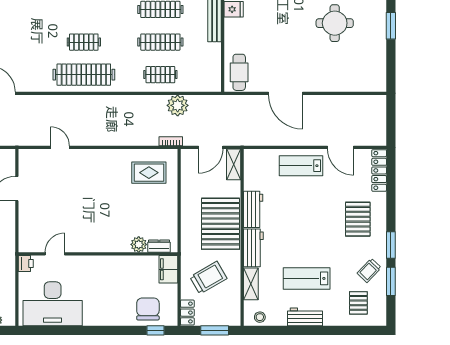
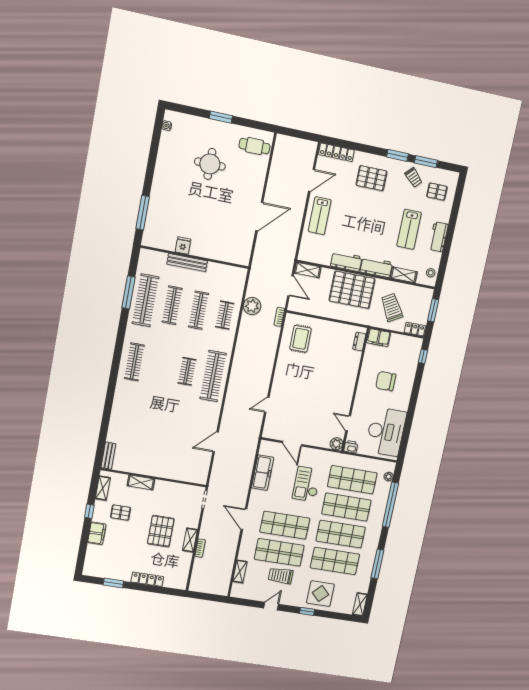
cafe table: (239, 72) -> (254, 146), moved
plant: (139, 244) -> (336, 444), moved
chair: (148, 309) -> (386, 381), moved

